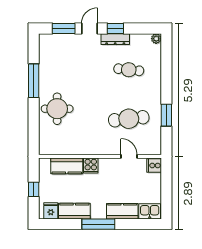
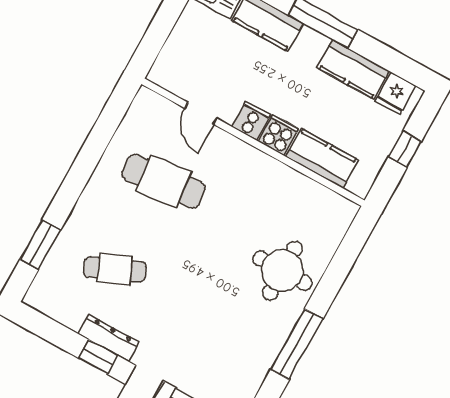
plant: (156, 39) -> (35, 298), removed
cafe table: (129, 70) -> (115, 269), turned -30
window: (166, 115) -> (40, 244), moved
cooker: (154, 165) -> (251, 121), moved, turned -90

